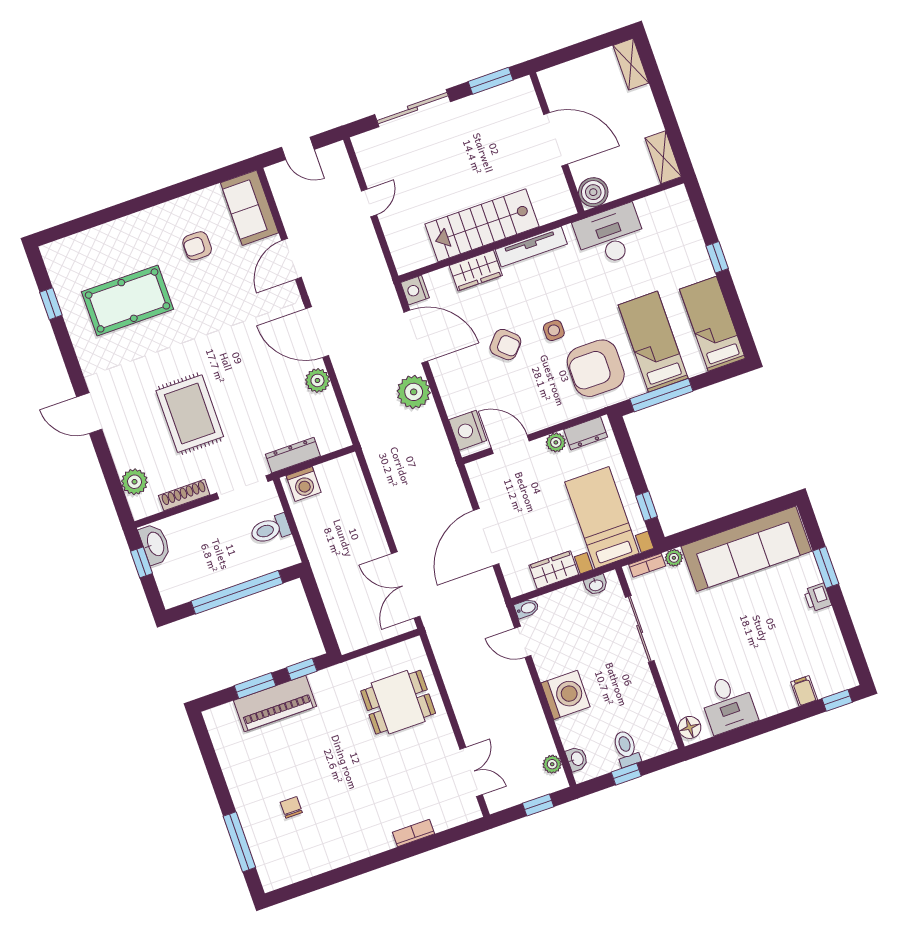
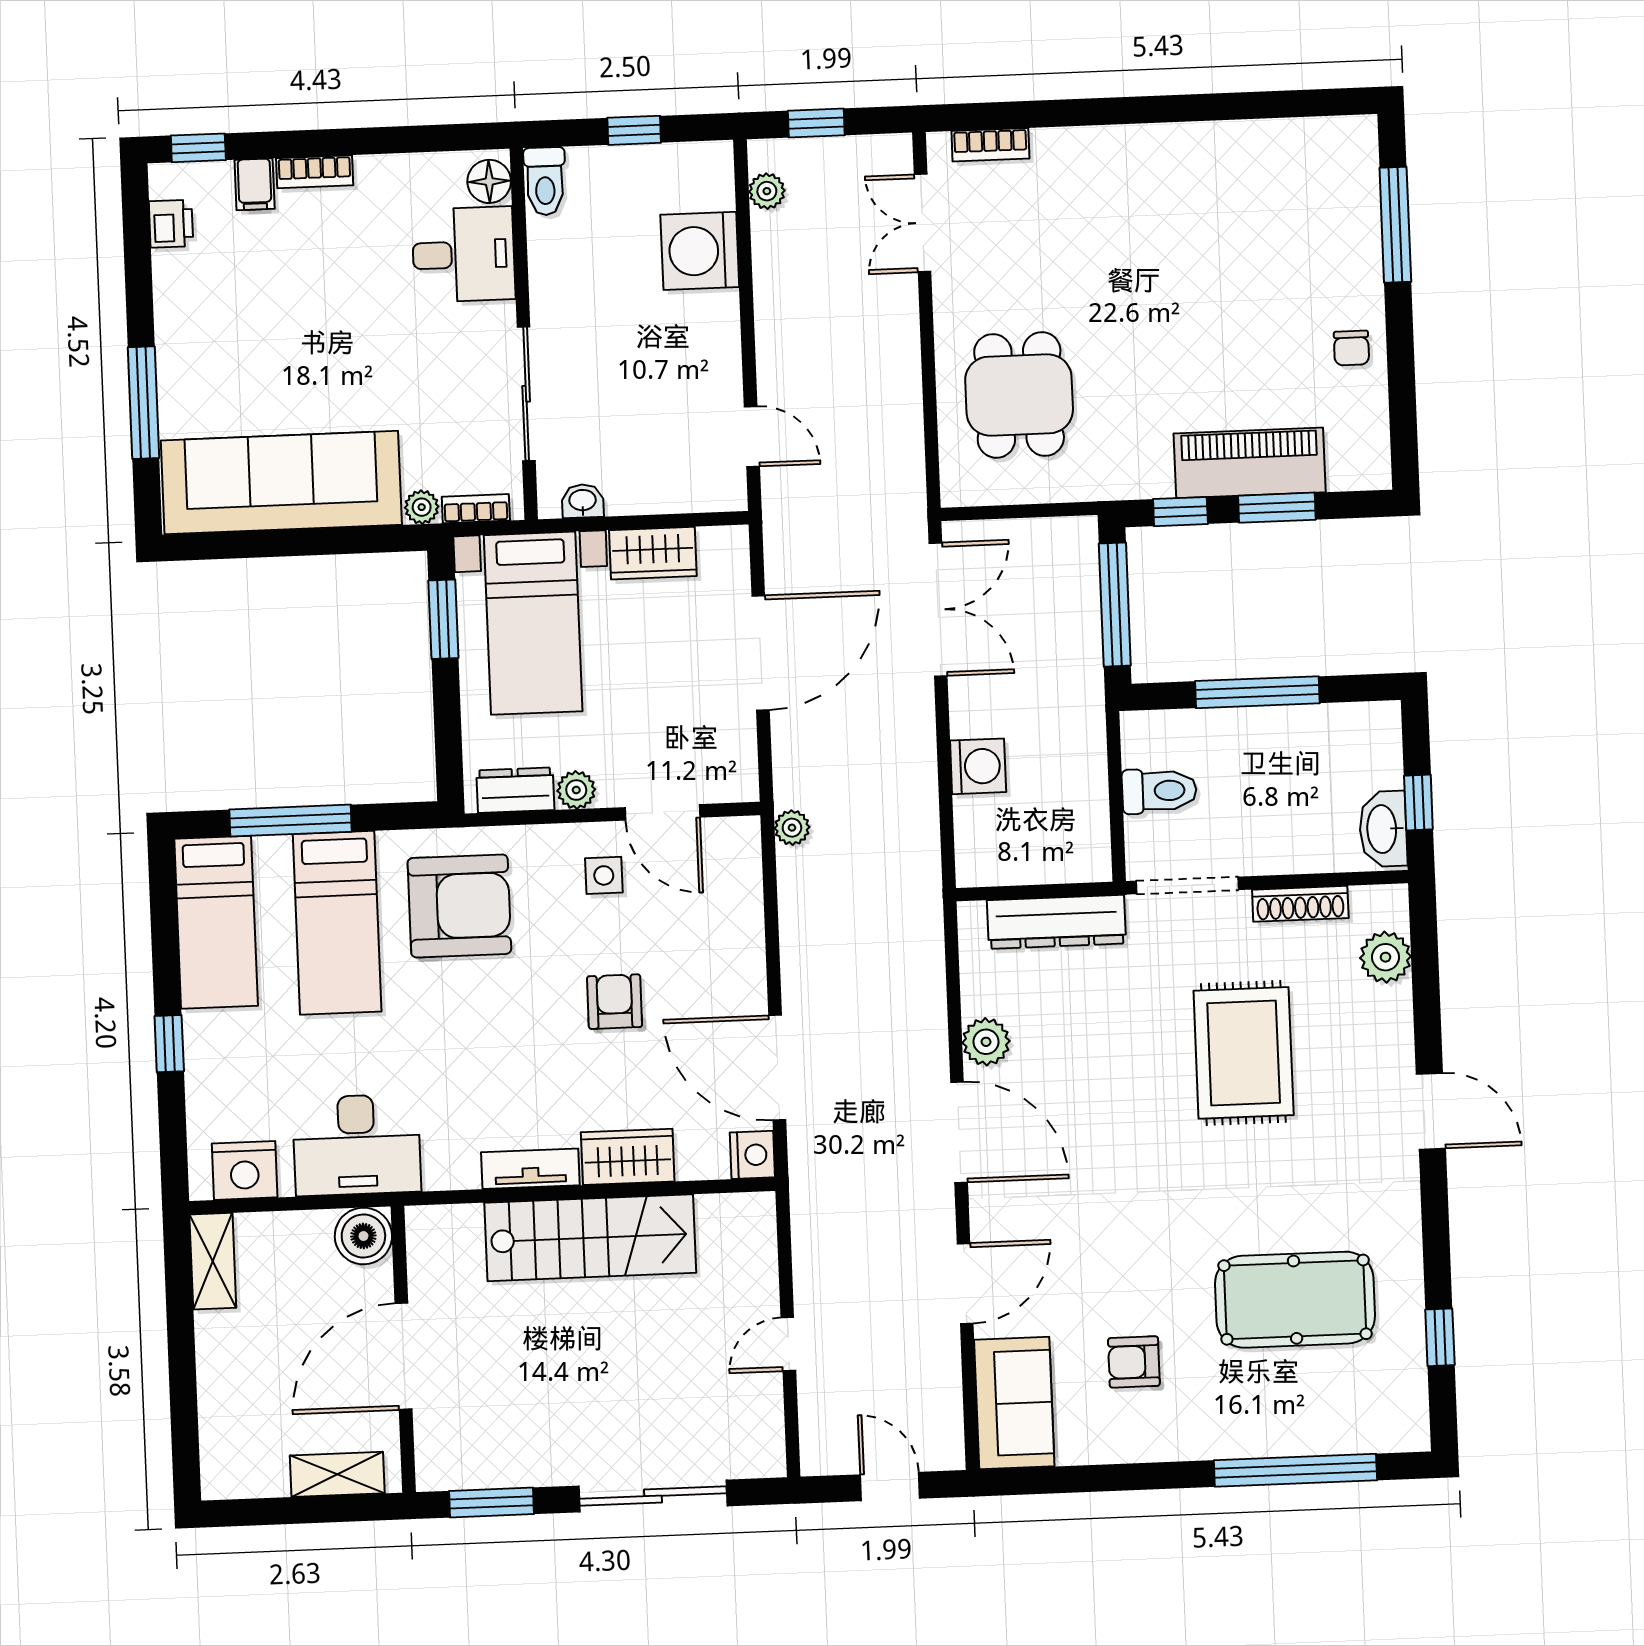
shelving: (631, 64) -> (337, 1474), moved, turned 90
door: (556, 139) -> (404, 1356), hinge flipped
window: (102, 217) -> (1295, 1470), added
armchair: (197, 246) -> (1134, 1362), turned 180
tv unit: (531, 247) -> (530, 1169), width x0.71
side table: (554, 330) -> (604, 875), moved
armchair: (505, 345) -> (615, 1002), turned 48
plant: (414, 392) -> (792, 828), moved, width x0.53, depth x0.53
window: (661, 395) -> (291, 821), moved
nightstand: (468, 430) -> (245, 1170), moved, turned 90
dresser: (293, 455) -> (1056, 922), width x1.37, depth x1.24
washing machine: (304, 484) -> (978, 766), moved, turned 90
window: (646, 506) -> (443, 619), width x1.50
window: (826, 567) -> (143, 403), width x1.44
window: (237, 592) -> (1257, 692), width x0.68
printer: (818, 598) -> (171, 224), moved
bidet: (527, 608) -> (725, 497), removed
window: (320, 614) -> (1115, 605), added
washing machine: (566, 695) -> (700, 251), moved
dining table: (398, 702) -> (1019, 395), turned 90
desk: (728, 704) -> (463, 254), moved, turned 90
bookcase: (777, 706) -> (315, 172), added
toilet: (626, 749) -> (545, 181), moved
washbasin: (577, 759) -> (718, 187), removed
chair: (291, 807) -> (1351, 348), moved
bookcase: (414, 833) -> (990, 145), moved

